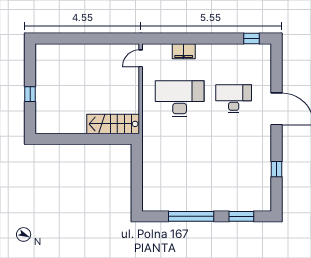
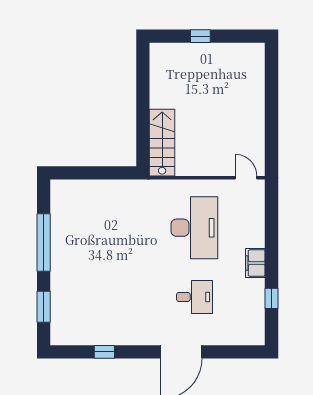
window: (251, 39) -> (271, 298), moved
filing cabinet: (184, 51) -> (255, 263), moved
desk: (234, 99) -> (194, 297), width x0.73

